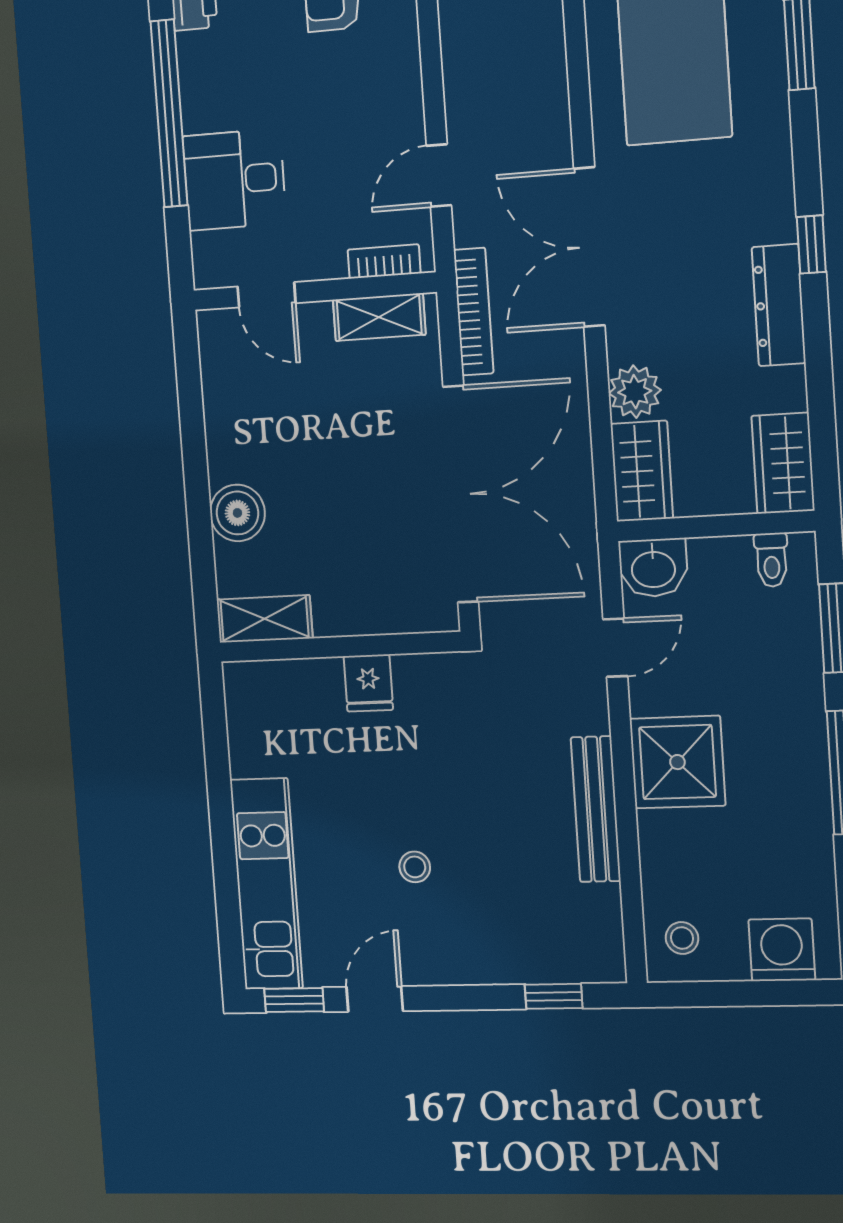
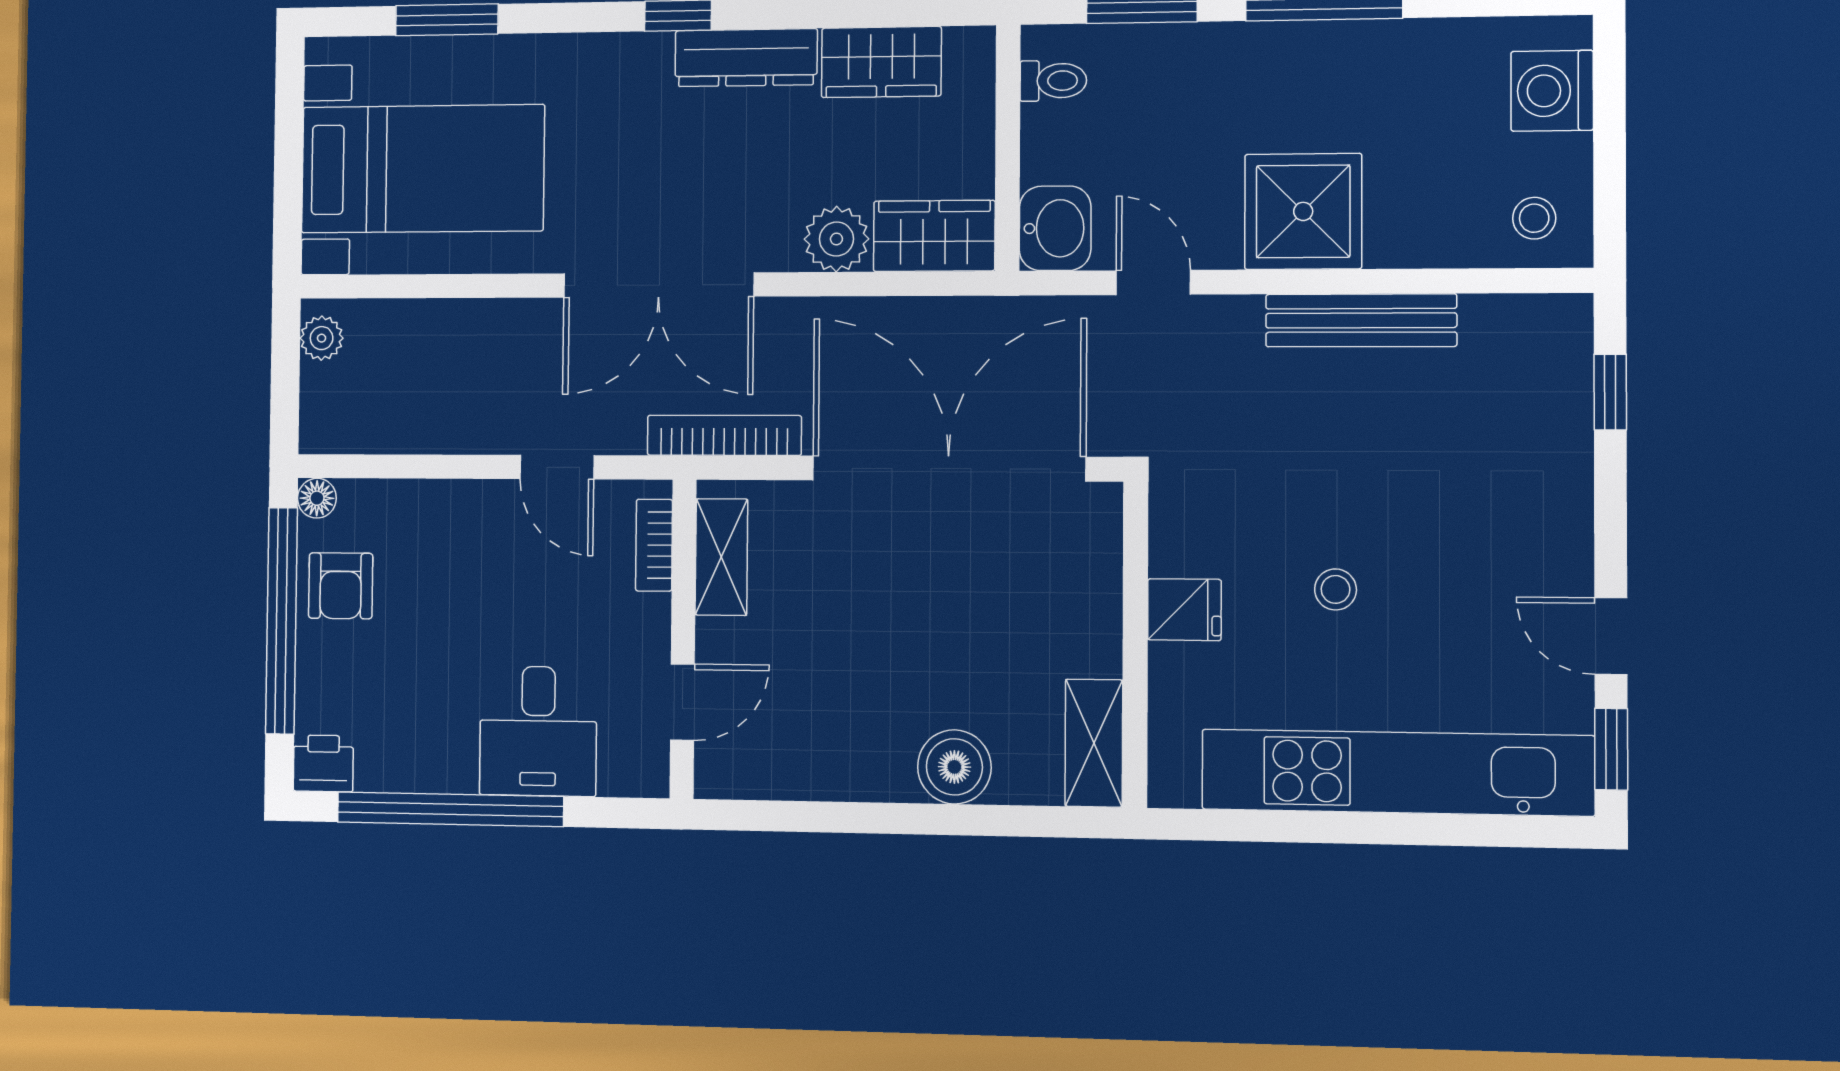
wardrobe: (783, 463) -> (881, 62), moved
stool: (415, 867) -> (1336, 589), moved
kitchen unit: (266, 884) -> (1397, 773), width x1.36

